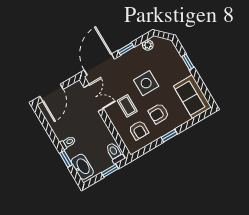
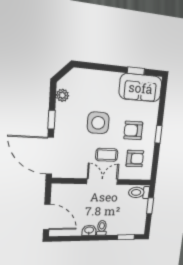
window: (188, 62) -> (136, 71), moved
double door: (94, 98) -> (102, 182), moved
armchair: (159, 113) -> (133, 130), turned 90
window: (66, 159) -> (126, 237), moved
washbasin: (82, 167) -> (89, 230), moved, width x0.52, depth x0.69

